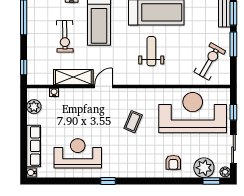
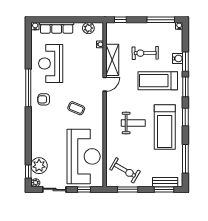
window: (233, 44) -> (128, 189), moved
door: (103, 86) -> (105, 84), hinge flipped
reception desk: (78, 153) -> (51, 64), turned 180
armchair: (173, 162) -> (44, 99), moved
window: (108, 181) -> (28, 88), width x3.17

